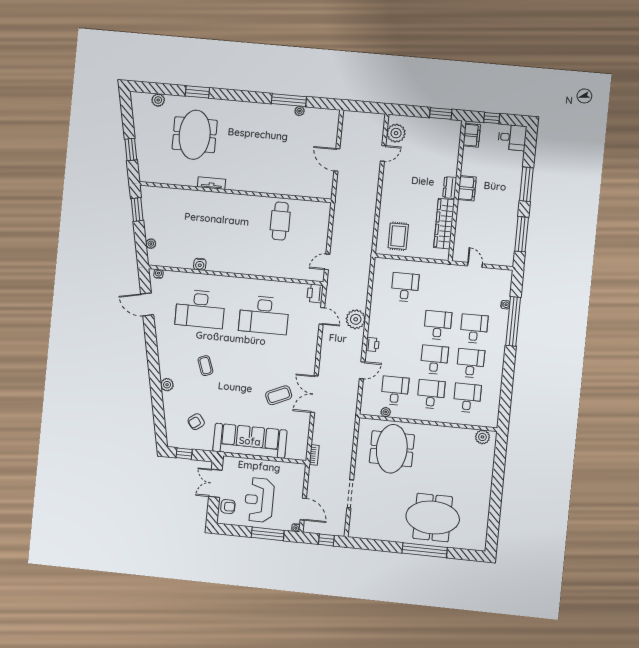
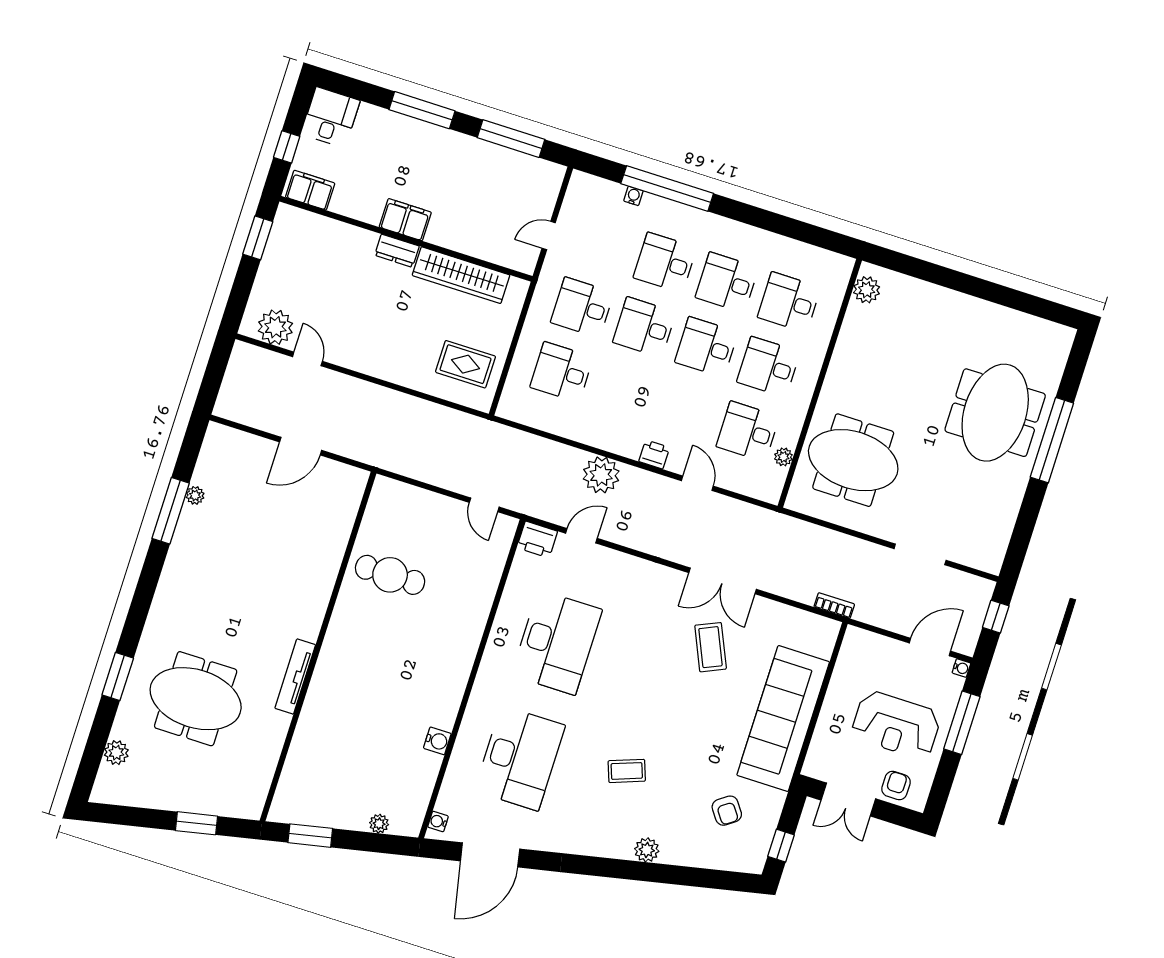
tv unit: (212, 183) -> (295, 676), width x1.41
desk: (441, 291) -> (582, 307), added
door: (147, 304) -> (490, 855), width x1.36

